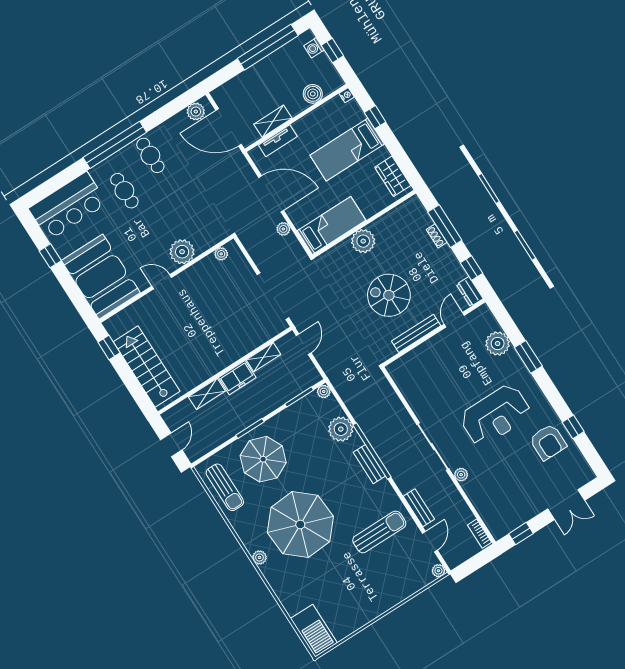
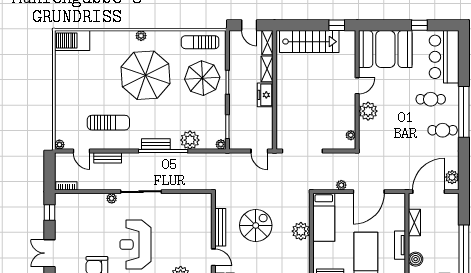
tv unit: (278, 141) -> (400, 245), moved
shelving: (264, 357) -> (267, 43), moved
sun lounger: (379, 532) -> (108, 123), turned -90

